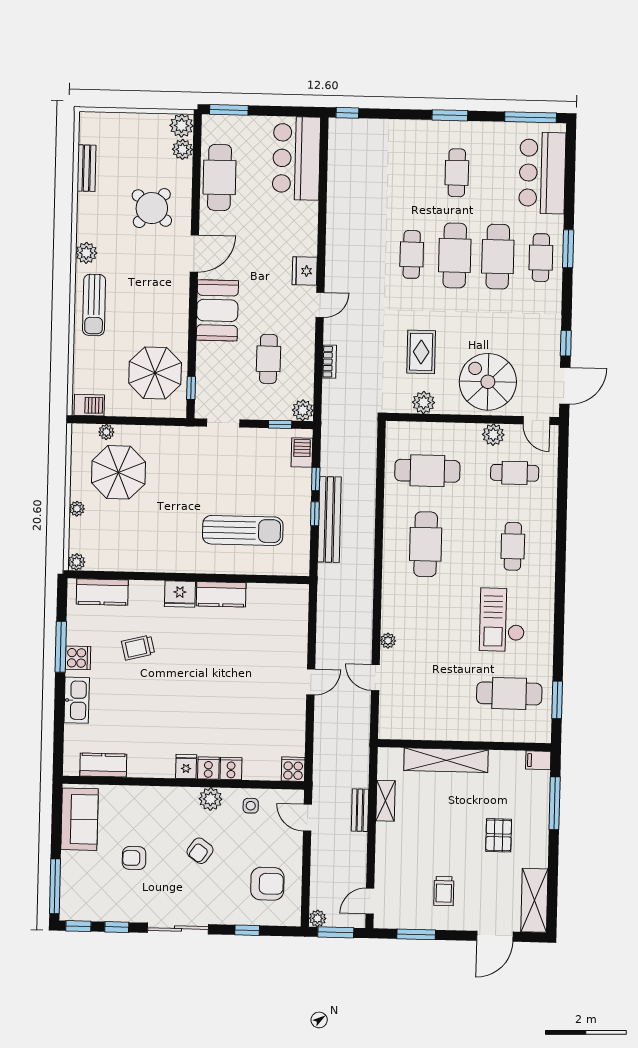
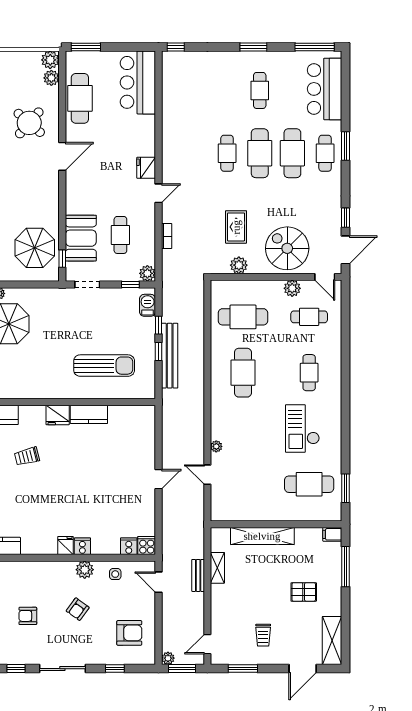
booth: (217, 310) -> (81, 238), moved
cooker: (231, 769) -> (129, 546), moved
pallet: (499, 835) -> (304, 592), turned 90

